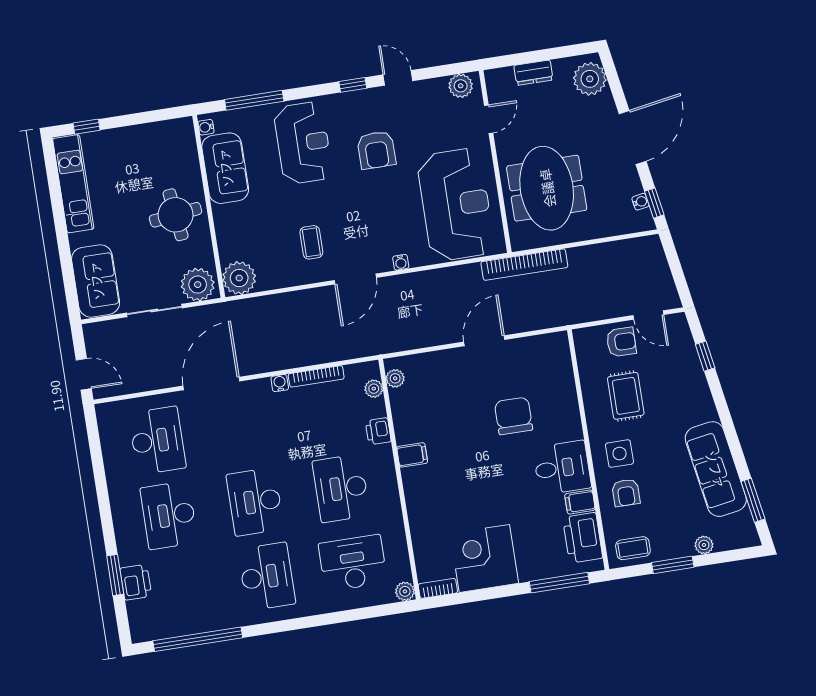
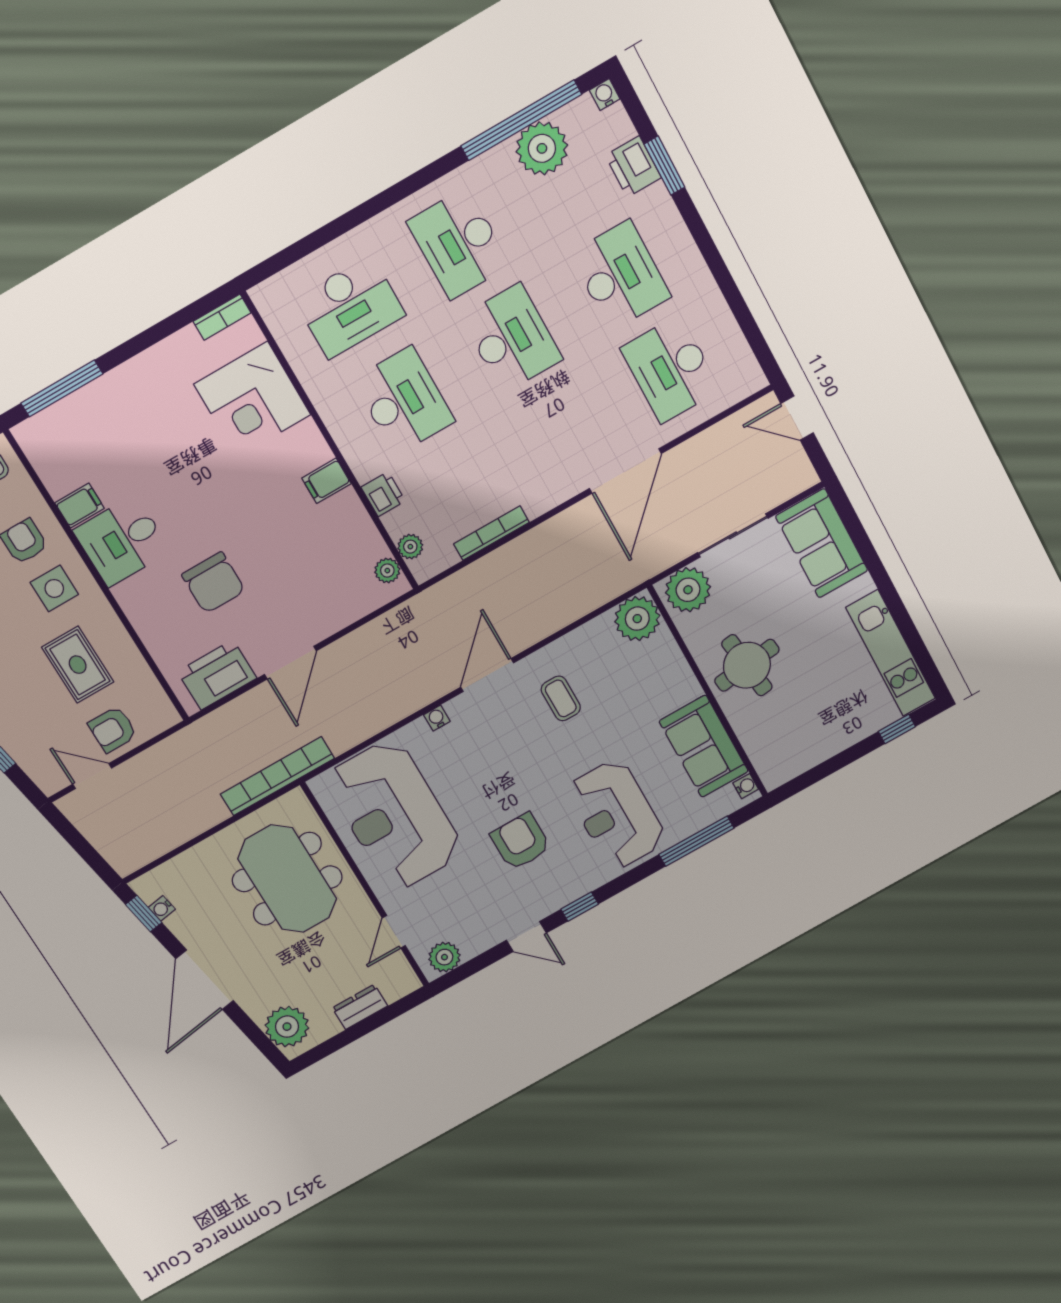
water cooler: (280, 383) -> (605, 95), moved, turned 180
printer: (583, 538) -> (217, 675), moved, turned -90
corner desk: (484, 558) -> (252, 399), moved, turned 90
plant: (405, 591) -> (542, 148), moved, width x1.87, depth x1.87

